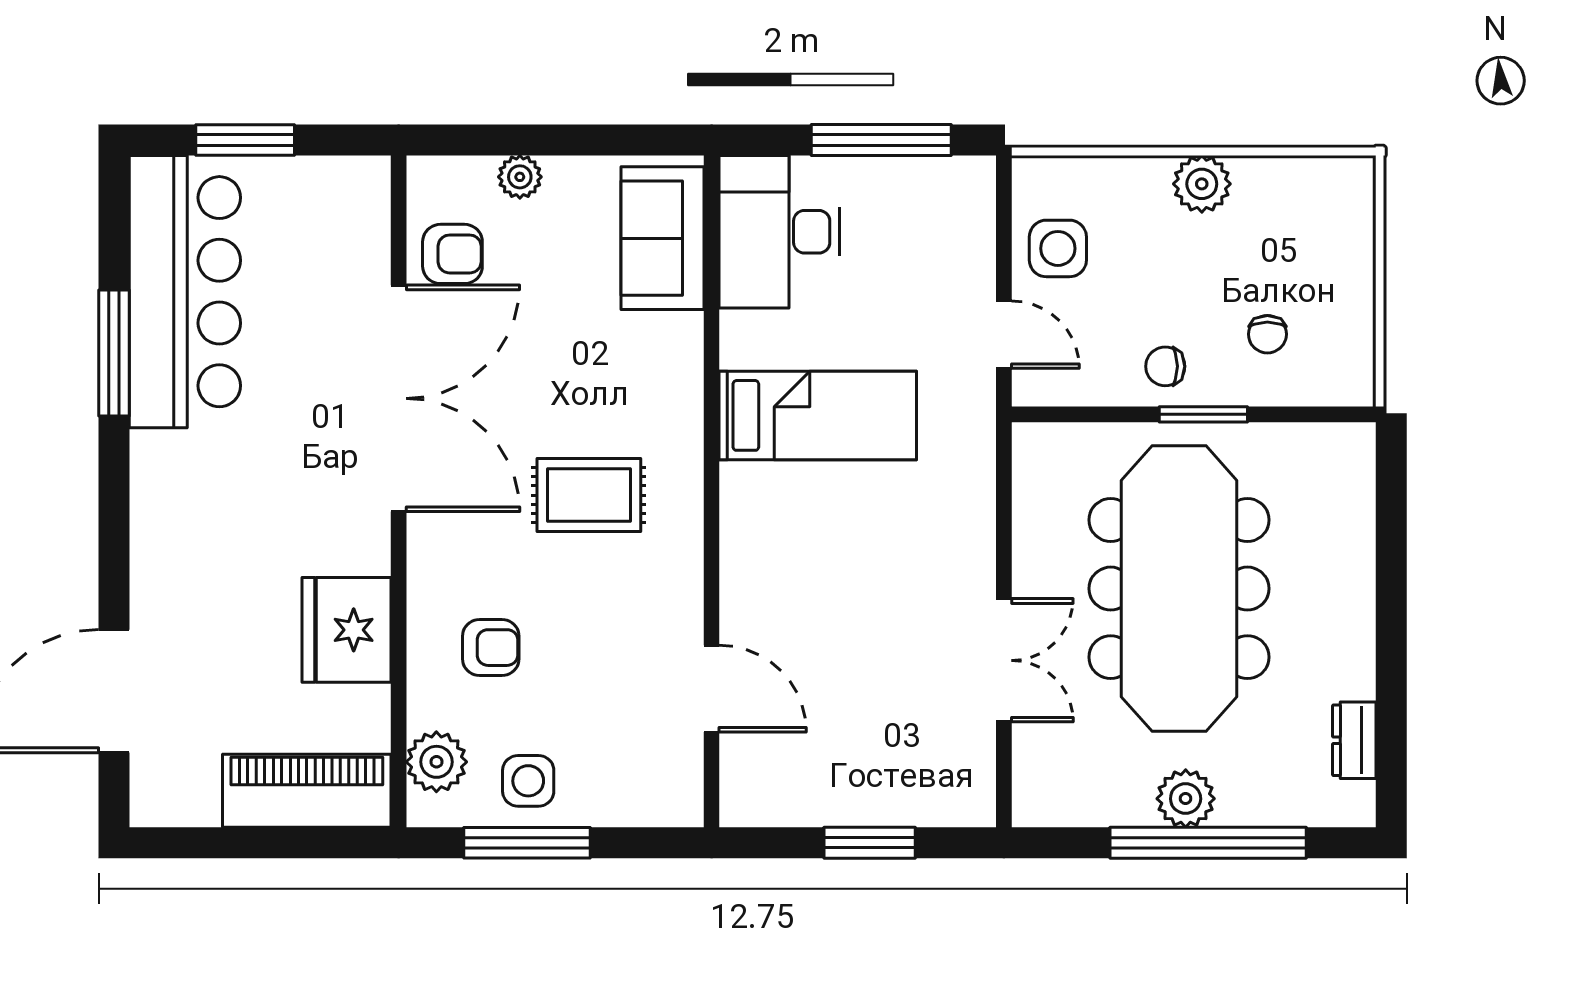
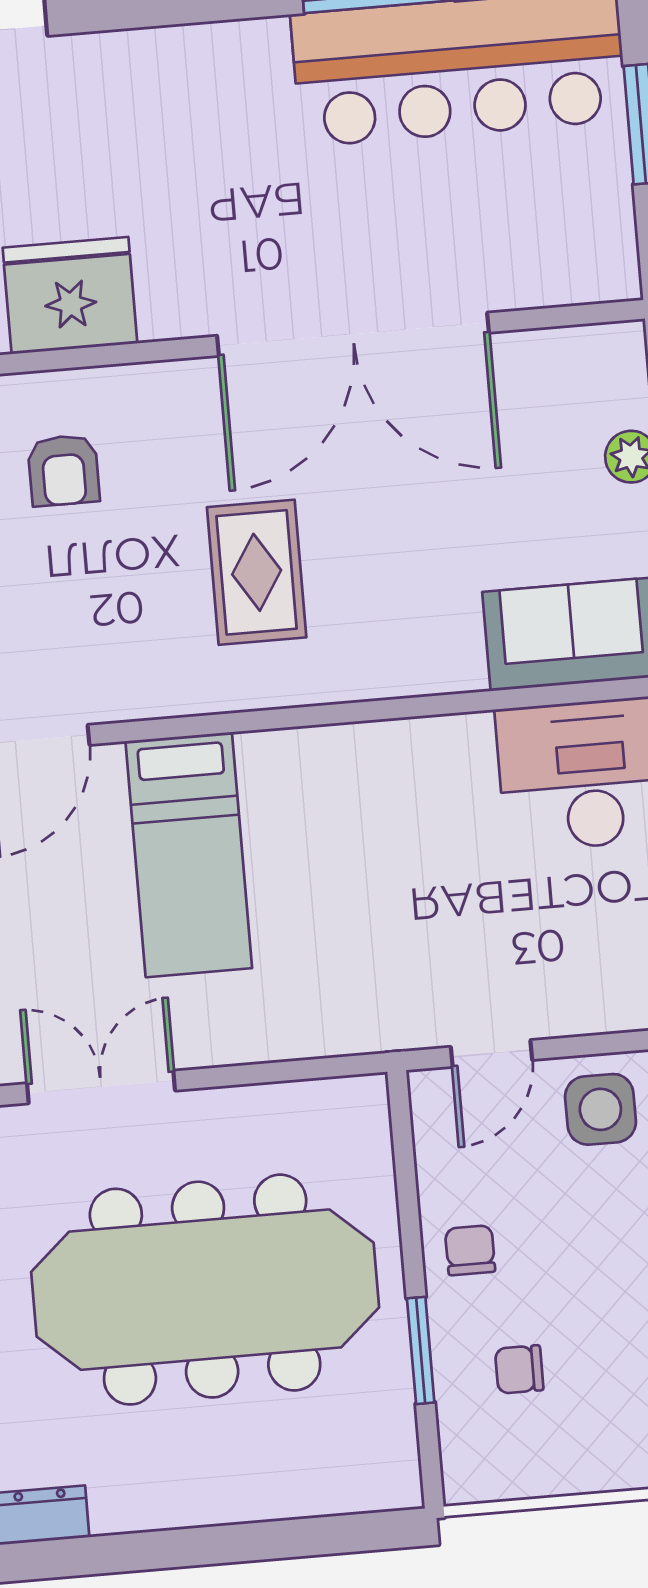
armchair: (452, 254) -> (532, 384), removed
window: (1203, 414) -> (421, 1350), moved
bed: (818, 415) -> (189, 855), moved
double door: (1004, 660) -> (101, 1087), swing flipped

